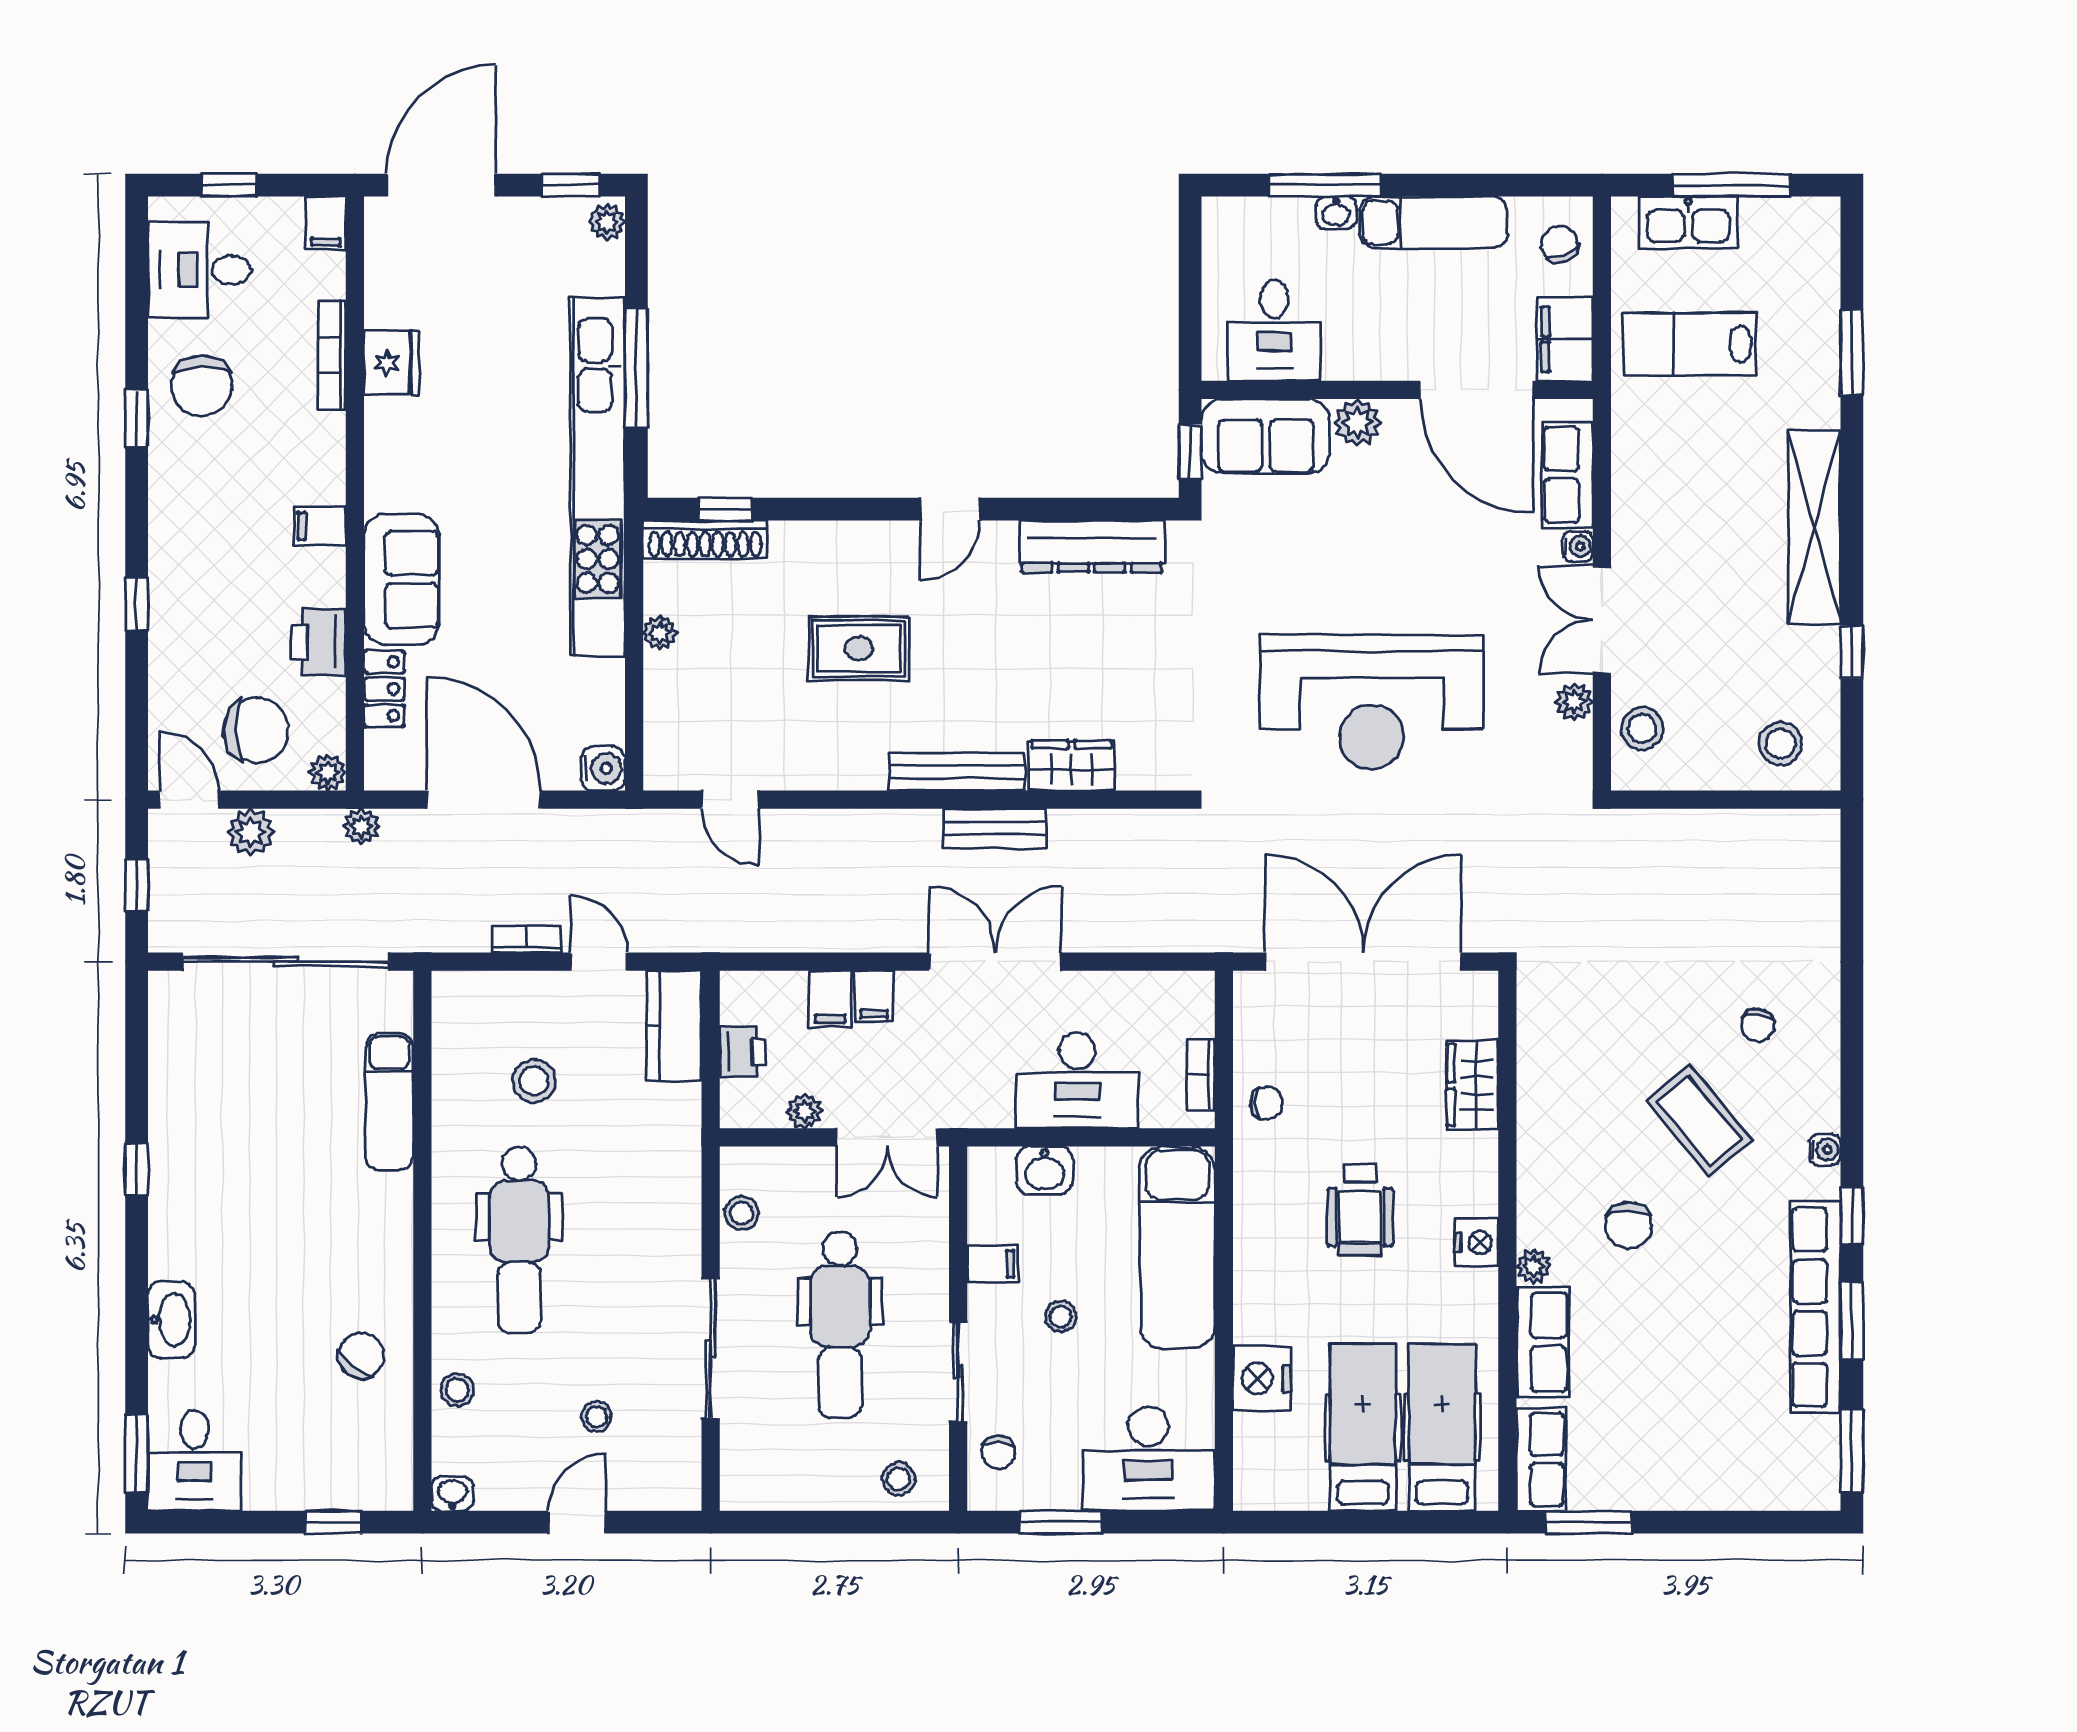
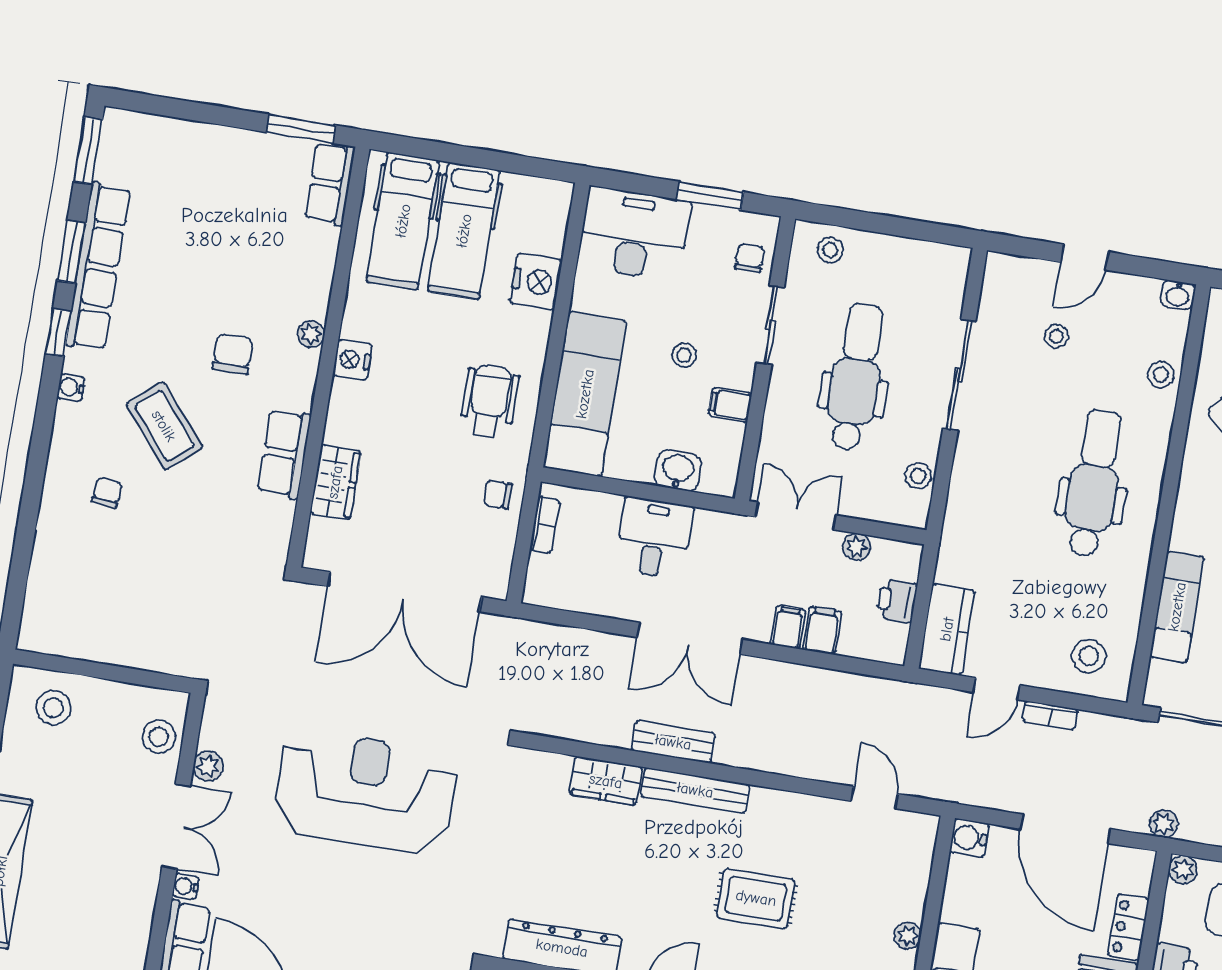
door: (599, 962) -> (997, 689), hinge flipped
desk: (1077, 1080) -> (654, 538), width x0.73
stool: (534, 1081) -> (1089, 656), moved
wheelchair: (1360, 1210) -> (489, 401), moved
row of seats: (1543, 1342) -> (284, 454), moved

